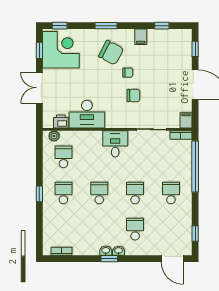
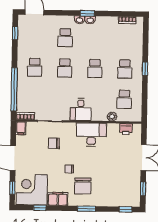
filing cabinet: (141, 37) -> (58, 199), width x2.00
corner desk: (61, 50) -> (32, 190), moved, turned 90
chair: (111, 53) -> (83, 186), turned -118
chair: (133, 96) -> (54, 143), moved
desk: (87, 114) -> (91, 135), moved
plant: (54, 136) -> (112, 117), moved

